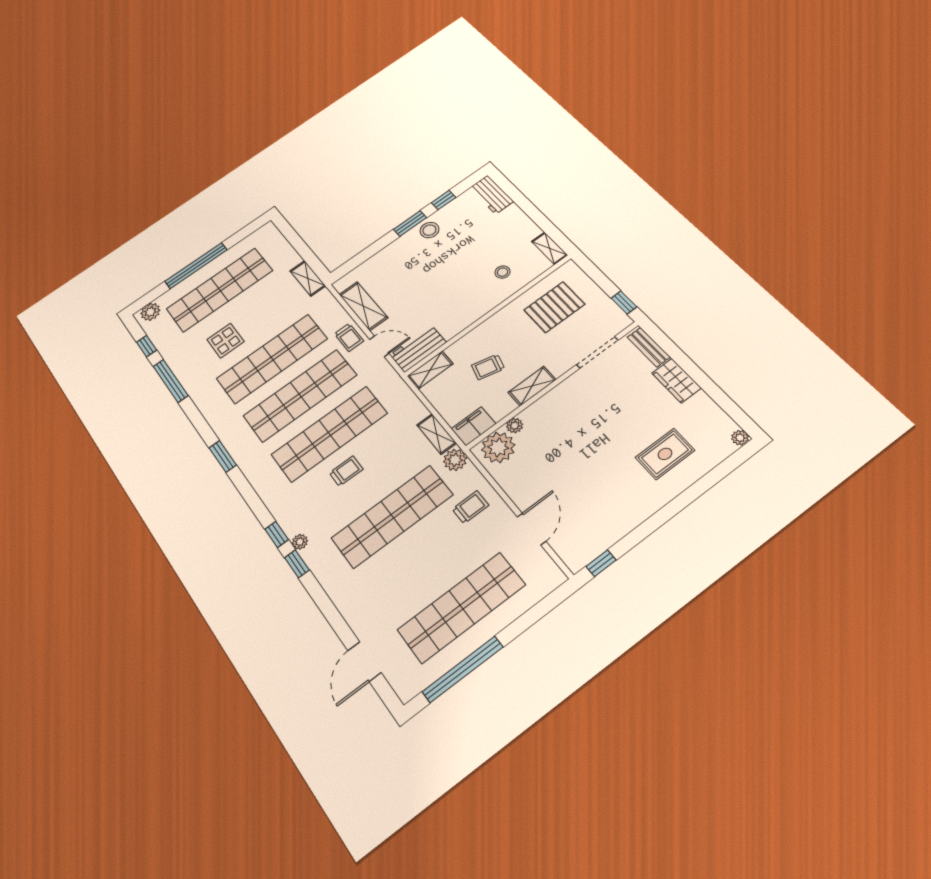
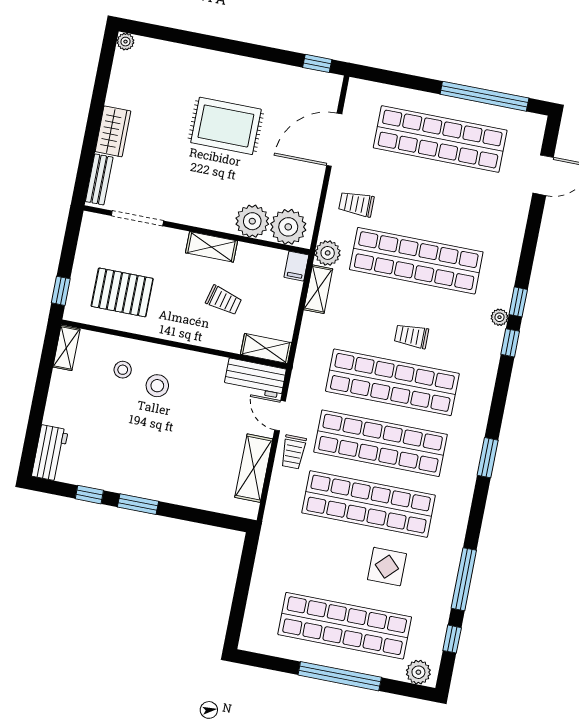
stool: (429, 230) -> (157, 386), moved
shelving: (308, 278) -> (268, 549), removed
window: (624, 302) -> (61, 291), moved
trolley: (349, 337) -> (293, 452), turned 180
filing cabinet: (474, 426) -> (296, 266), width x0.50
plant: (515, 426) -> (252, 221), width x1.87, depth x1.87
rug: (665, 454) -> (226, 126), moved, width x1.36, depth x1.43
door: (532, 529) -> (334, 140), width x1.36

